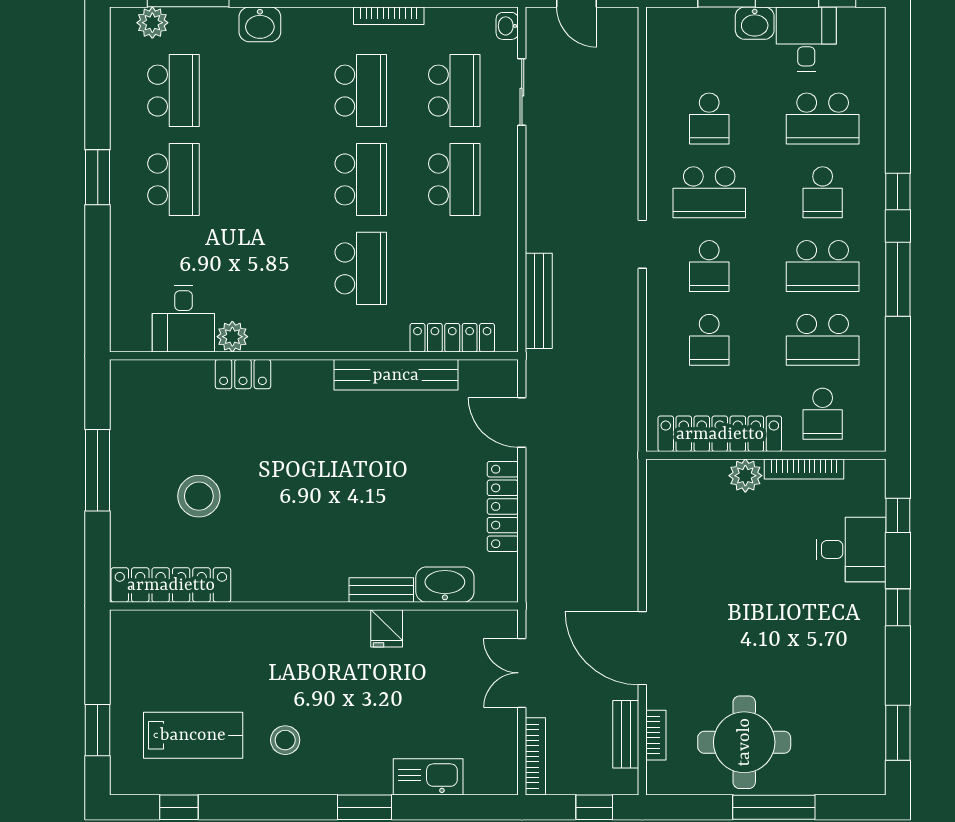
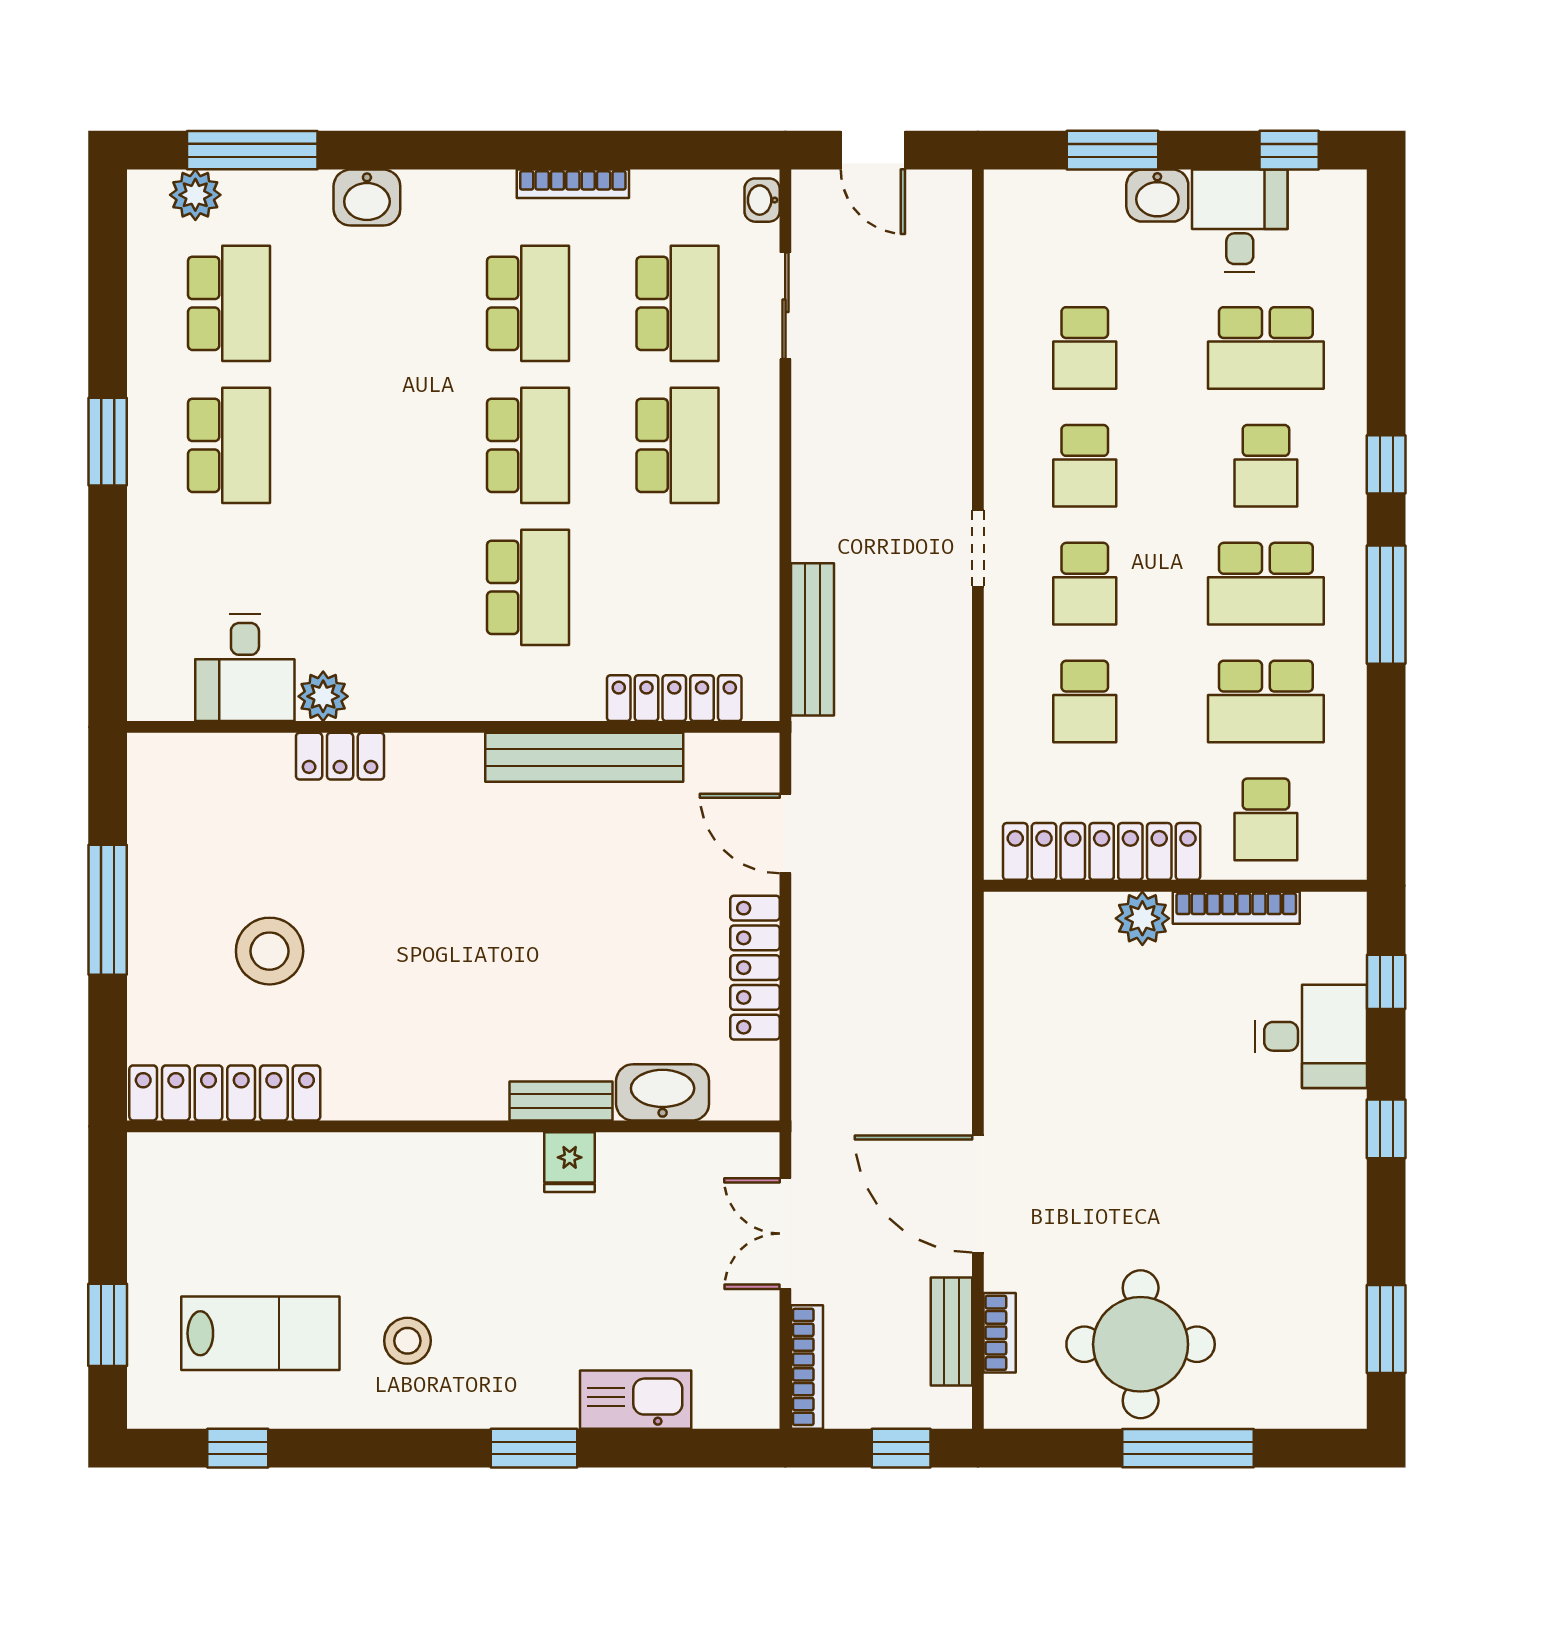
school desk: (709, 192) -> (1085, 466), width x0.54

